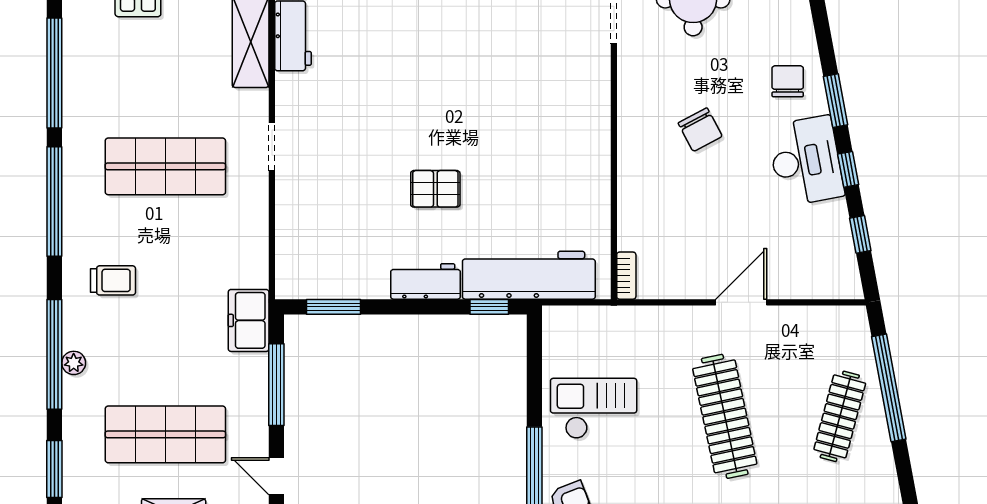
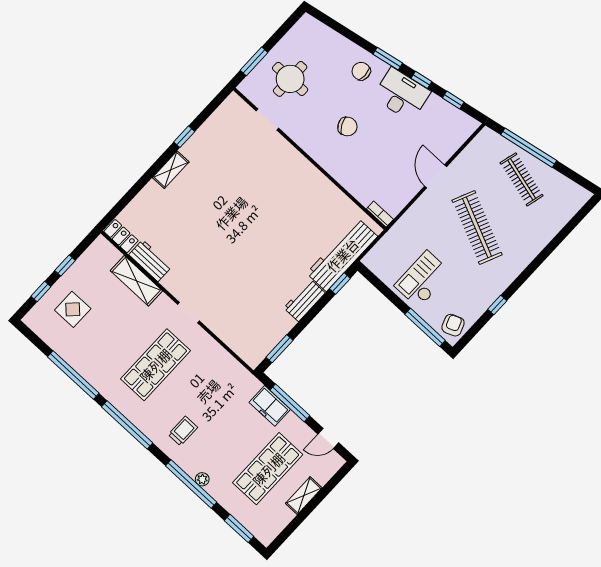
pallet: (435, 189) -> (270, 260), removed
freezer: (249, 320) -> (270, 406), moved
clothes rail: (725, 416) -> (477, 227), turned 36

